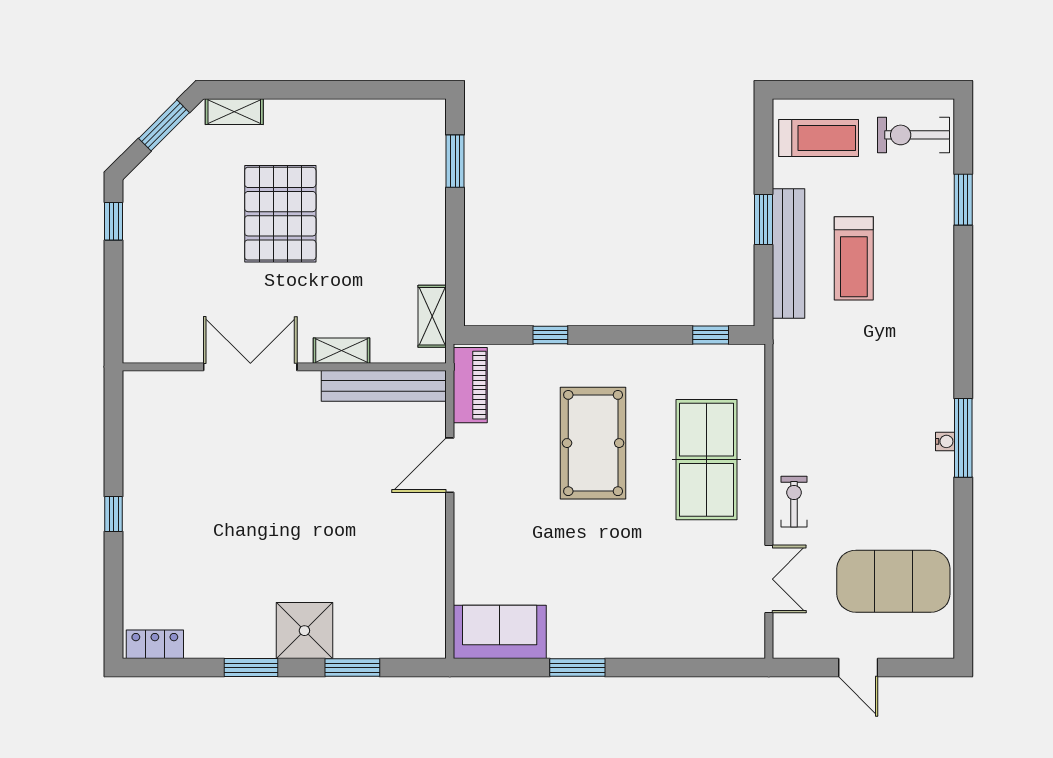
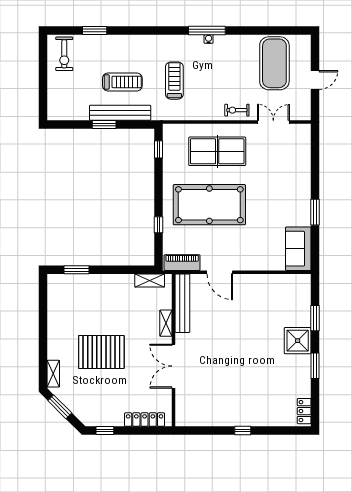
treadmill: (819, 138) -> (174, 81), moved
locker: (137, 305) -> (145, 420), added
pool table: (593, 443) -> (209, 205), width x1.36, depth x1.32

